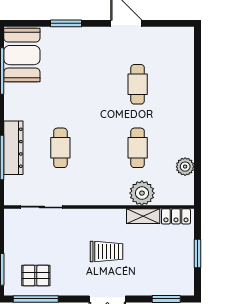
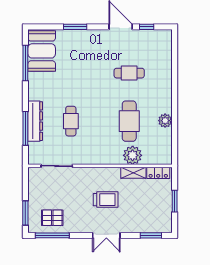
window: (161, 23) -> (147, 27), added
cafe table: (138, 84) -> (129, 73), turned 90
cafe table: (138, 148) -> (129, 121), width x1.37, depth x1.35
plant: (185, 167) -> (165, 121), moved

